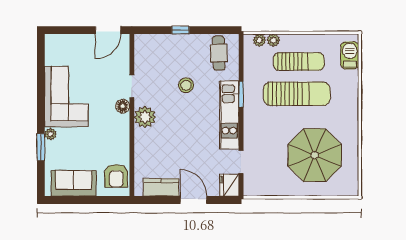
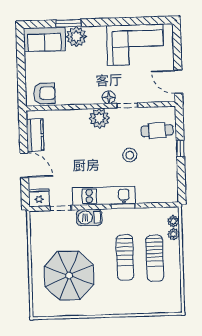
cafe table: (219, 53) -> (157, 131), moved
barbecue: (350, 55) -> (89, 218), moved, turned 180
sun lounger: (297, 94) -> (125, 257), width x0.73, depth x0.75
corner sofa: (66, 97) -> (135, 45), moved
plant: (50, 134) -> (76, 37), width x1.88, depth x1.88
armchair: (116, 176) -> (44, 93), turned 180
sofa: (74, 183) -> (44, 39), moved, turned 90
door: (193, 200) -> (24, 165), hinge flipped

